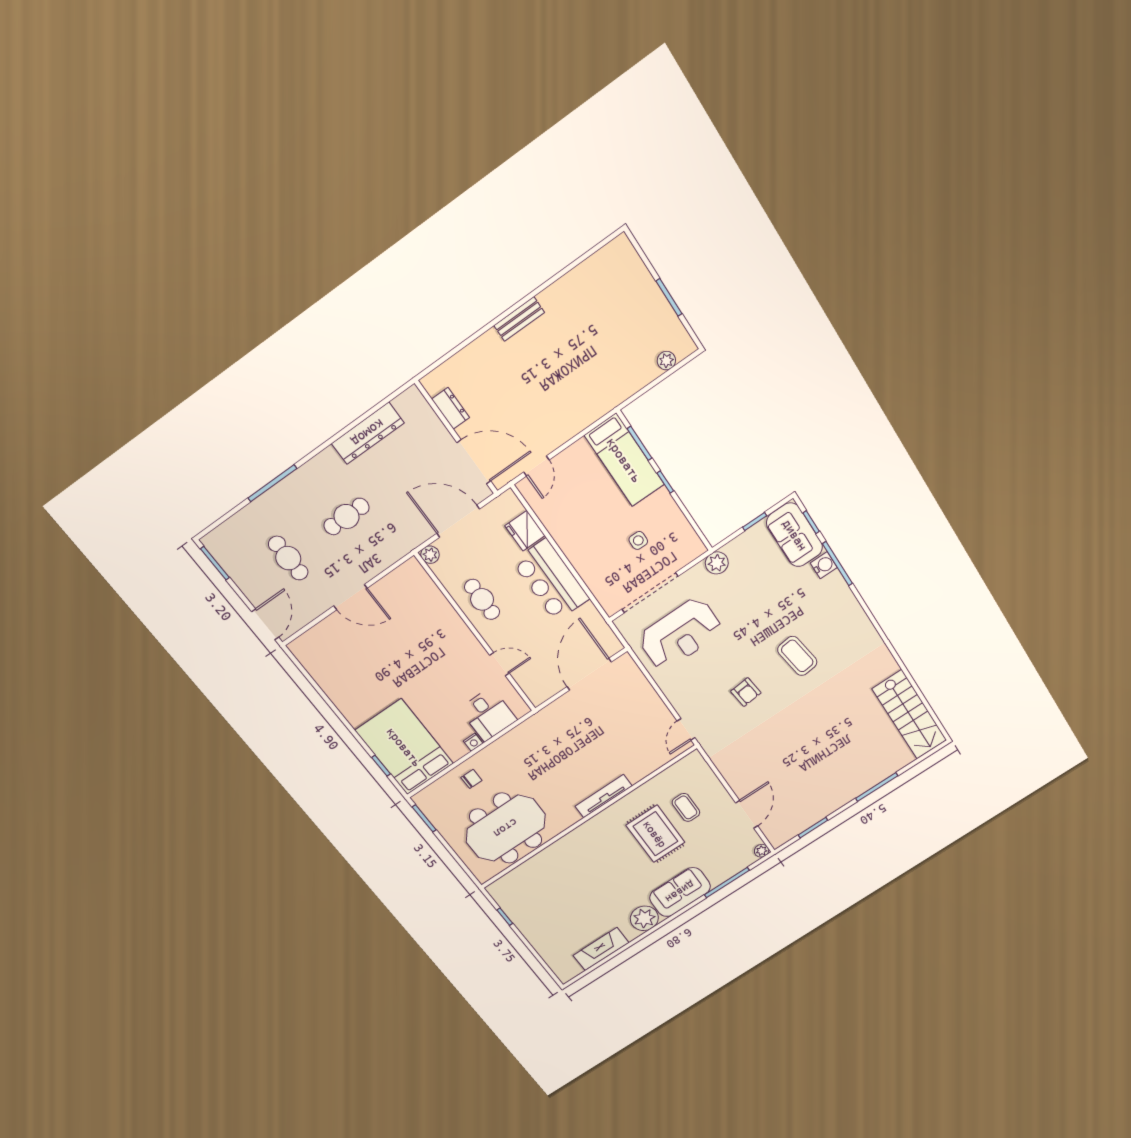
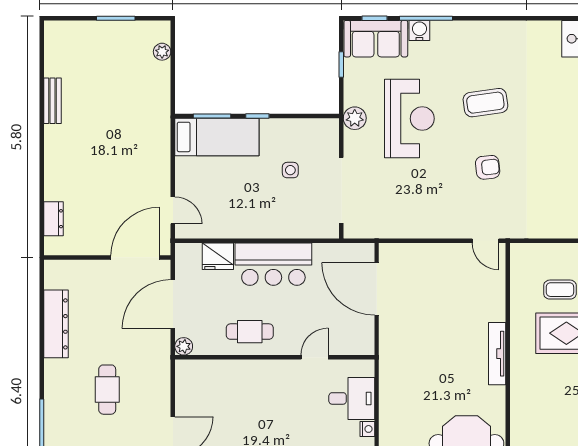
bench: (519, 319) -> (53, 101), moved
dresser: (451, 408) -> (53, 219), moved, turned 90
reception desk: (680, 634) -> (409, 119), moved

